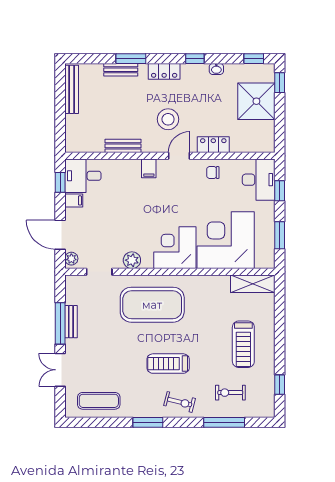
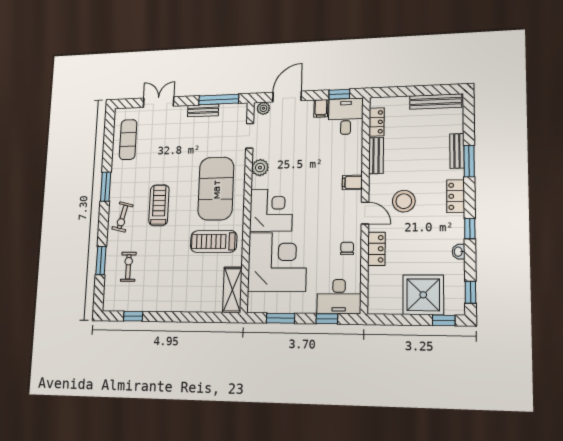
locker: (90, 146) -> (377, 122), added
window: (60, 323) -> (219, 99), moved
treadmill: (243, 344) -> (214, 241), moved
window: (224, 422) -> (101, 261), width x0.69

